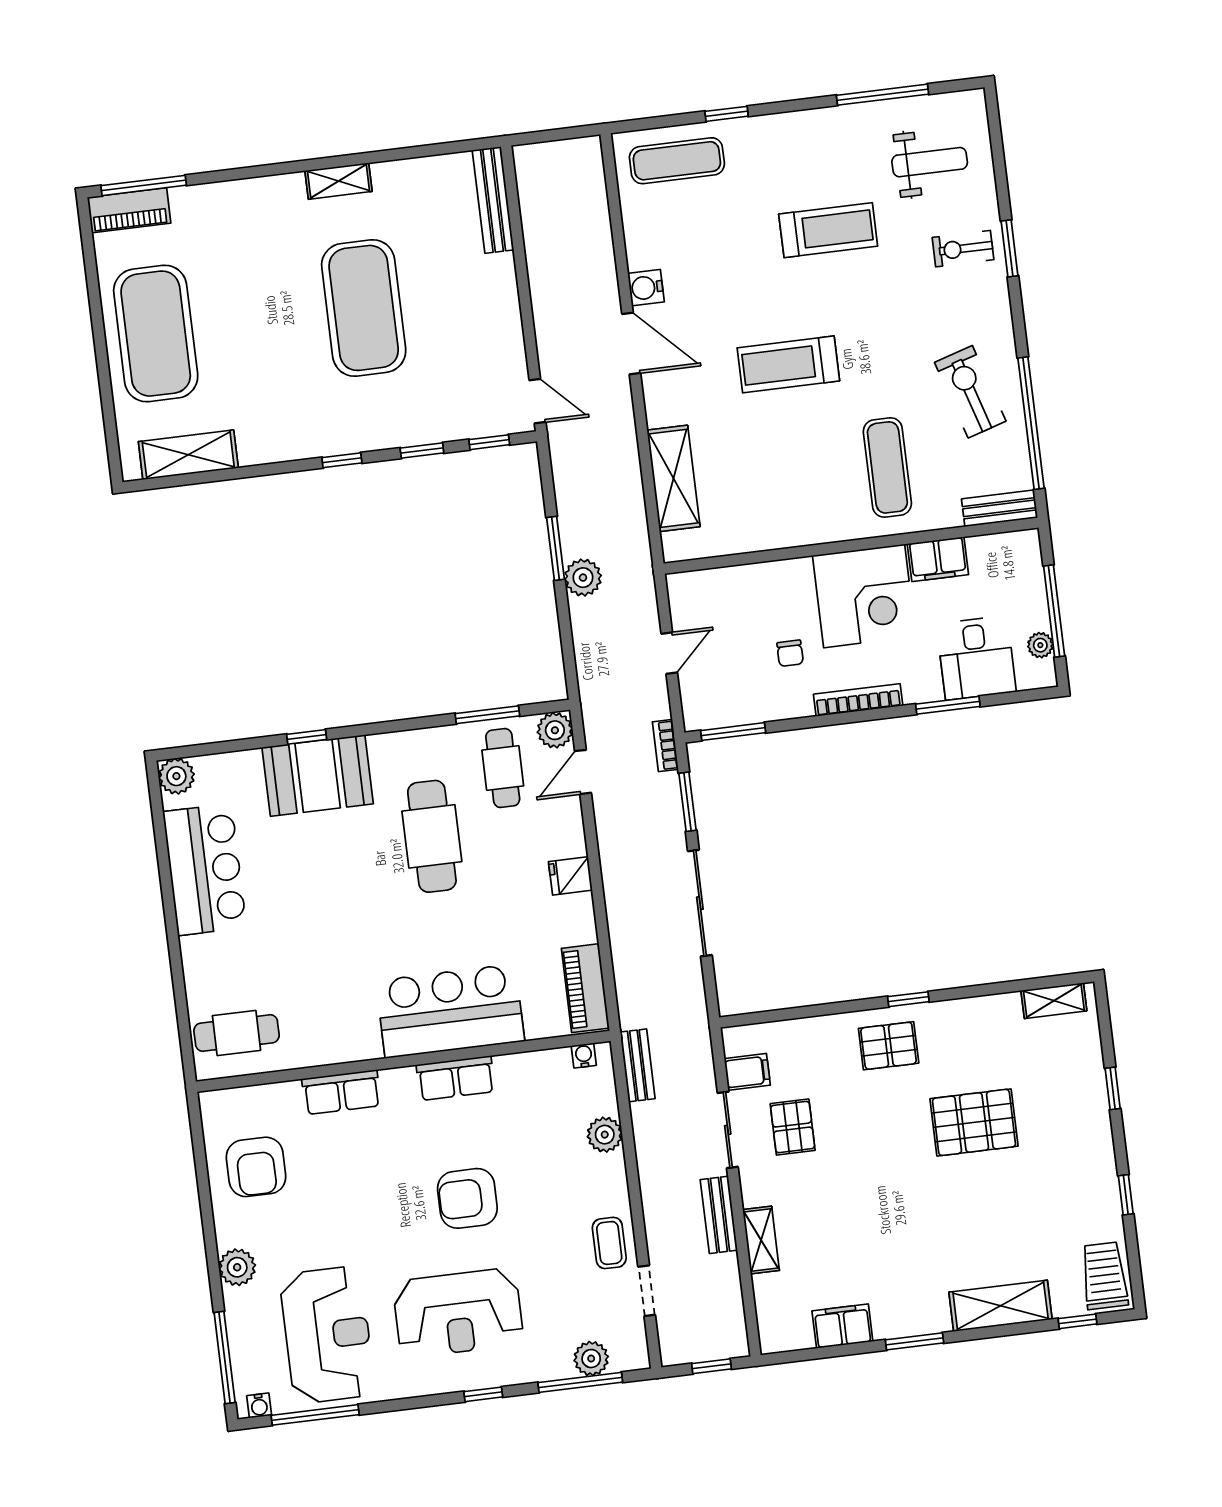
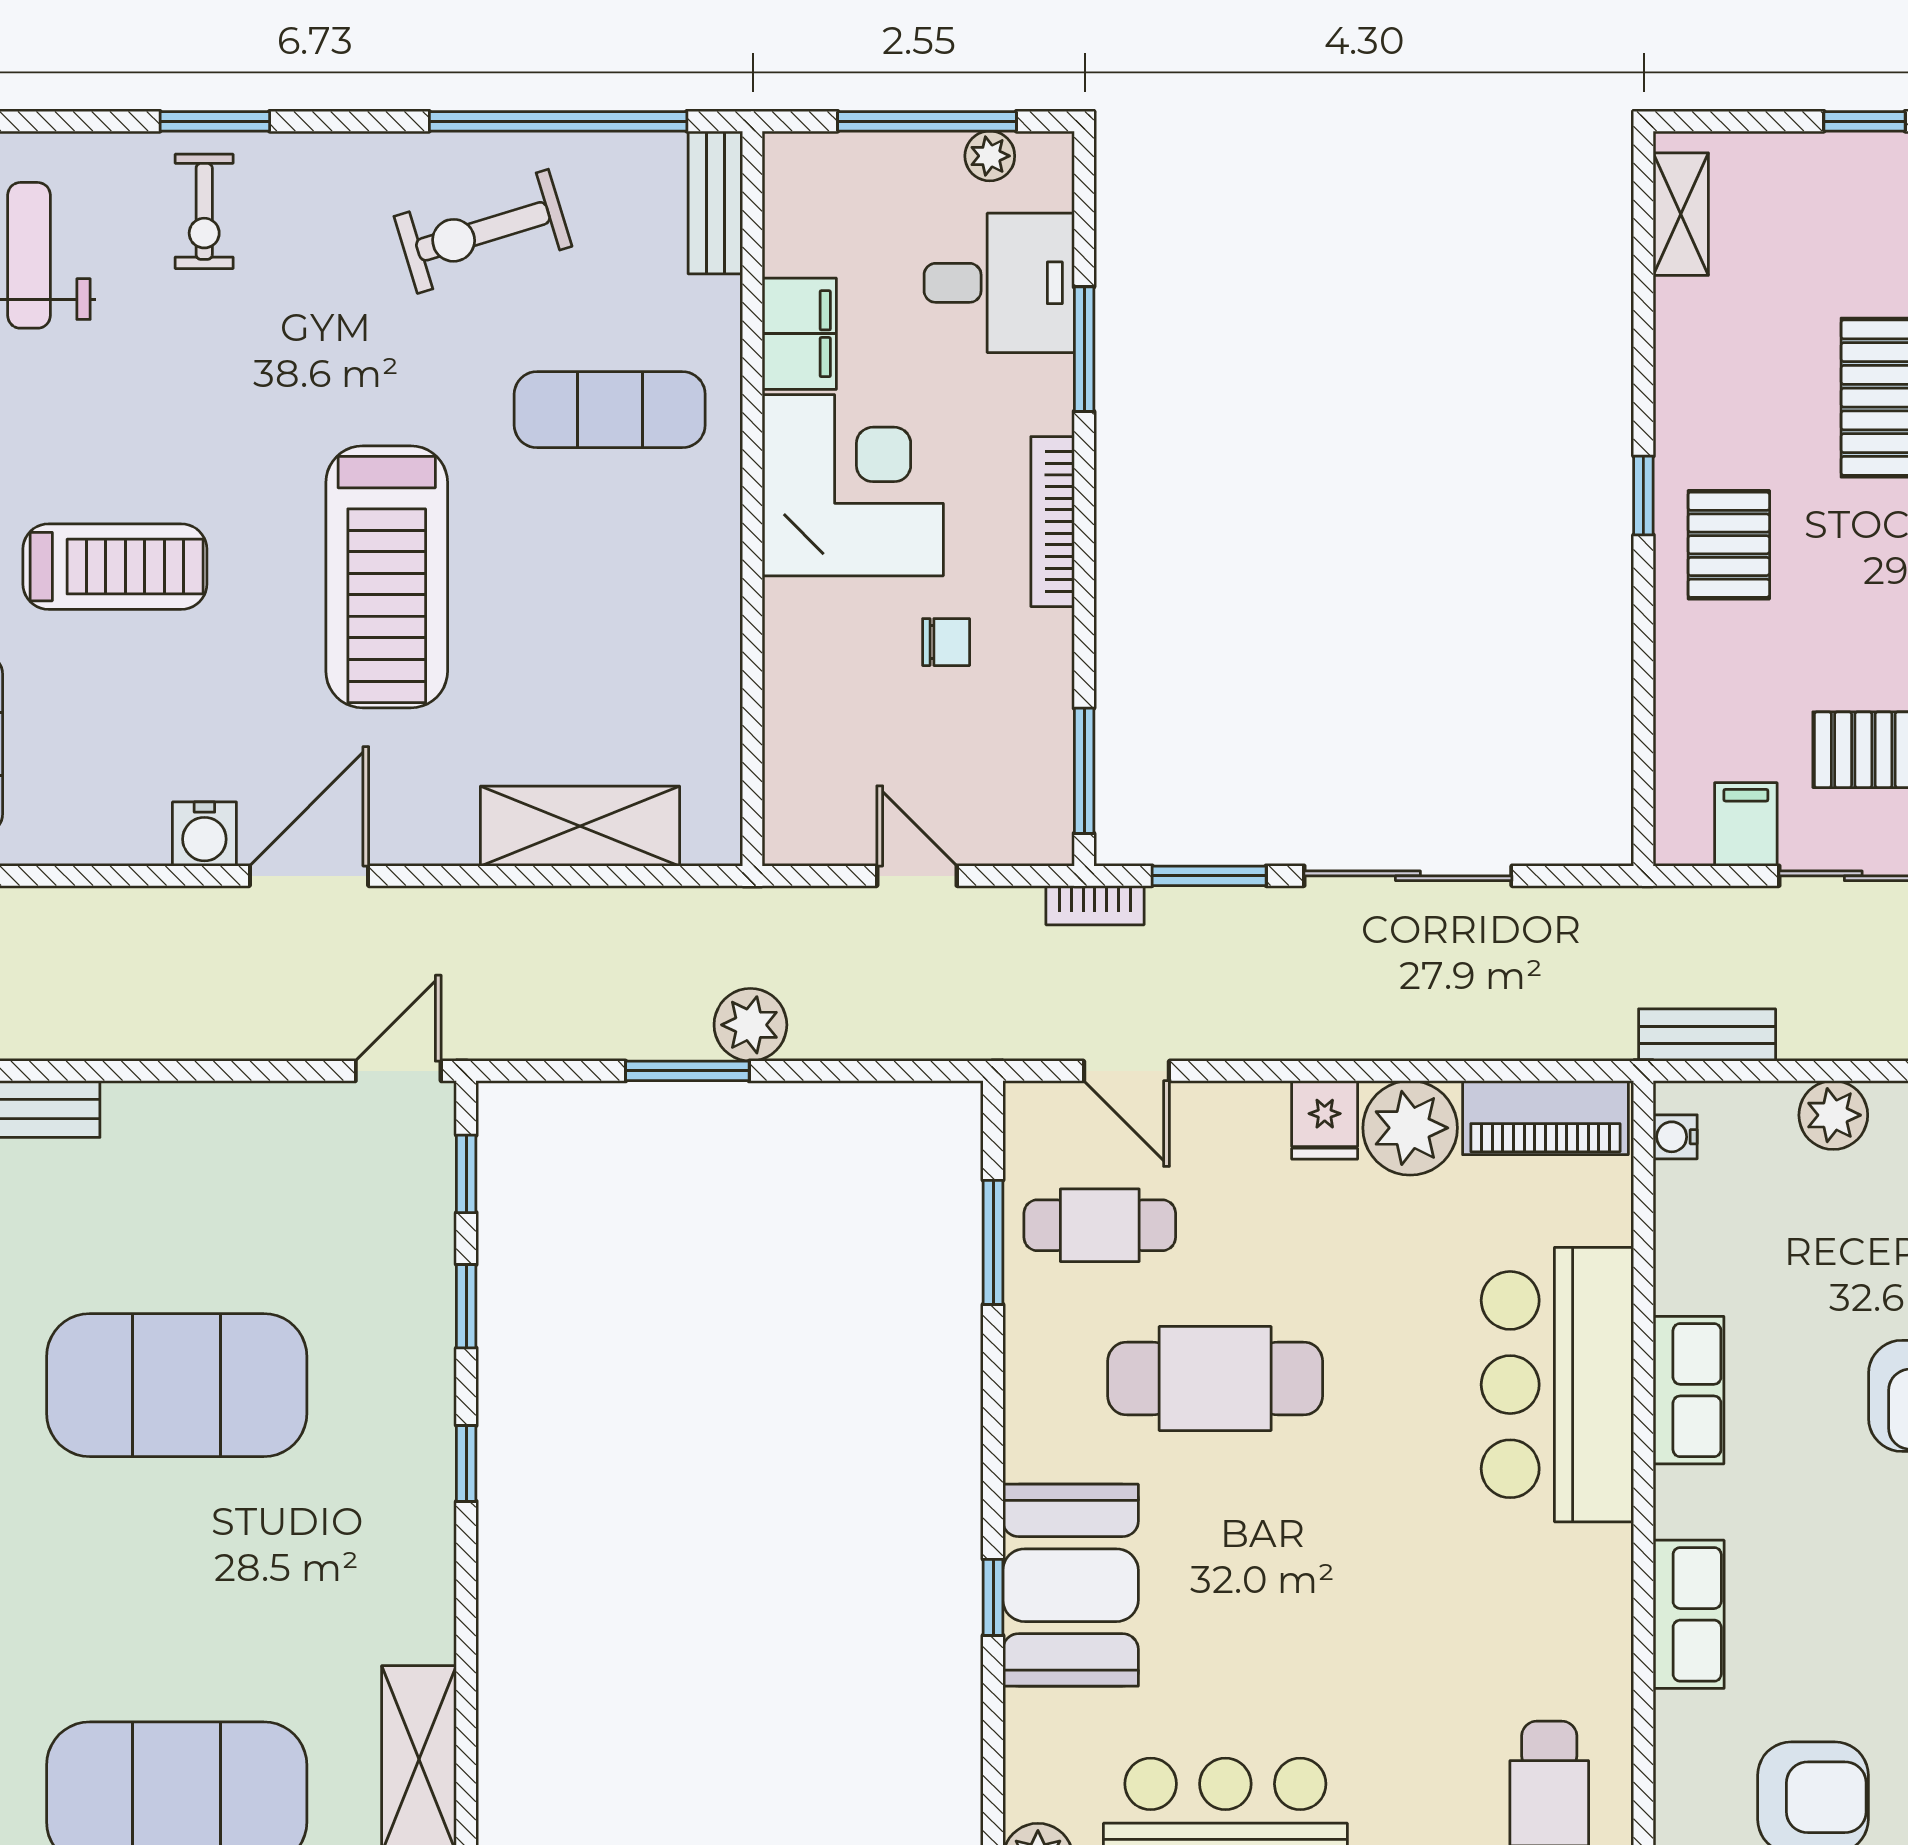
treadmill: (828, 230) -> (115, 567), moved, turned 90
treadmill: (788, 364) -> (387, 577), width x1.37, depth x1.38
plant: (555, 730) -> (1410, 1128), moved, width x1.36, depth x1.36

